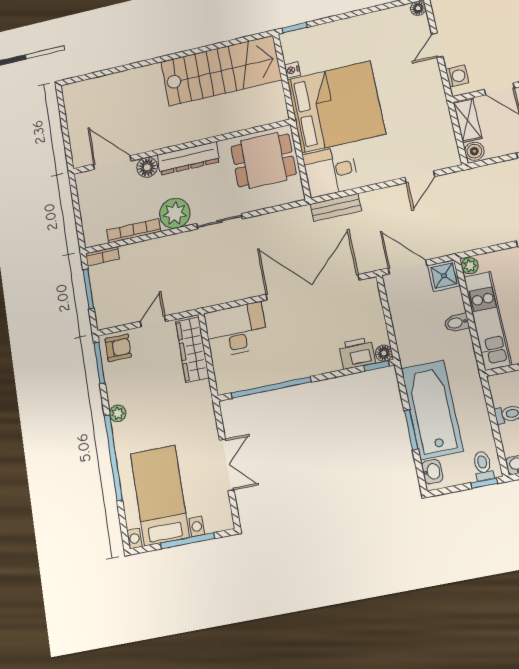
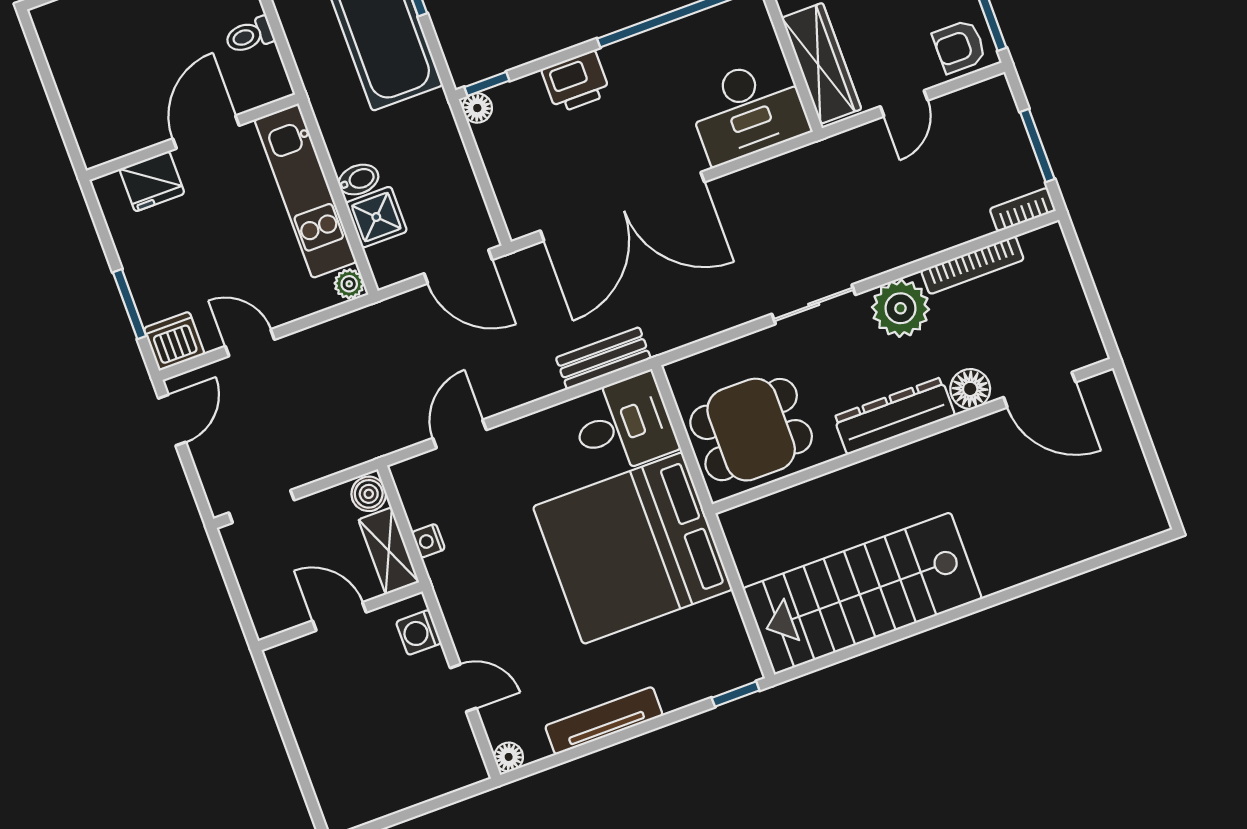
tv unit: (365, 21) -> (604, 721), added
door: (437, 45) -> (463, 688), hinge flipped
nightstand: (292, 70) -> (428, 541), moved, turned 180
shower: (444, 276) -> (376, 217), moved
printer: (357, 353) -> (576, 82), moved

